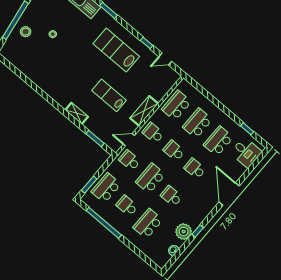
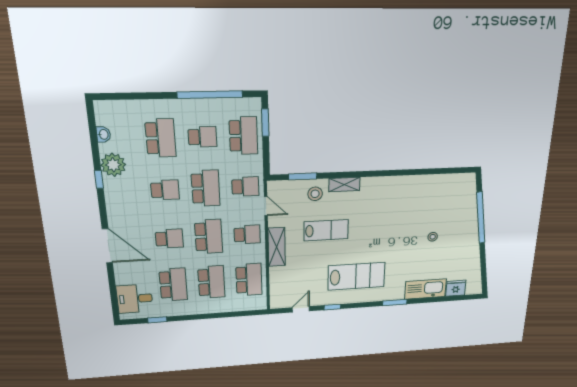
stool: (26, 32) -> (315, 194), moved
door: (129, 140) -> (266, 206), hinge flipped
school desk: (174, 151) -> (209, 237), width x1.85

